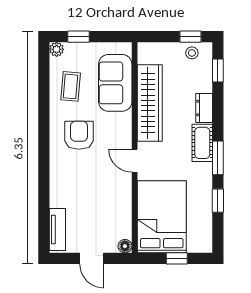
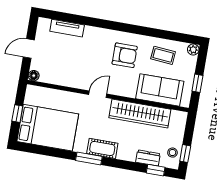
window: (78, 37) -> (197, 83), moved
dresser: (204, 108) -> (148, 158), moved
window: (218, 201) -> (56, 153), removed
bed: (162, 217) -> (48, 128), moved
tv unit: (57, 229) -> (67, 28), moved

